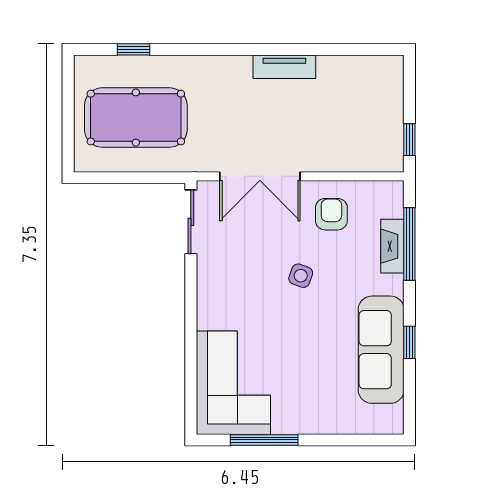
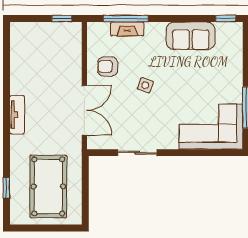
tv unit: (284, 67) -> (17, 115), moved
sliding door: (191, 222) -> (137, 153), moved
window: (409, 342) -> (226, 18), moved
sofa: (381, 350) -> (191, 36), width x0.73

